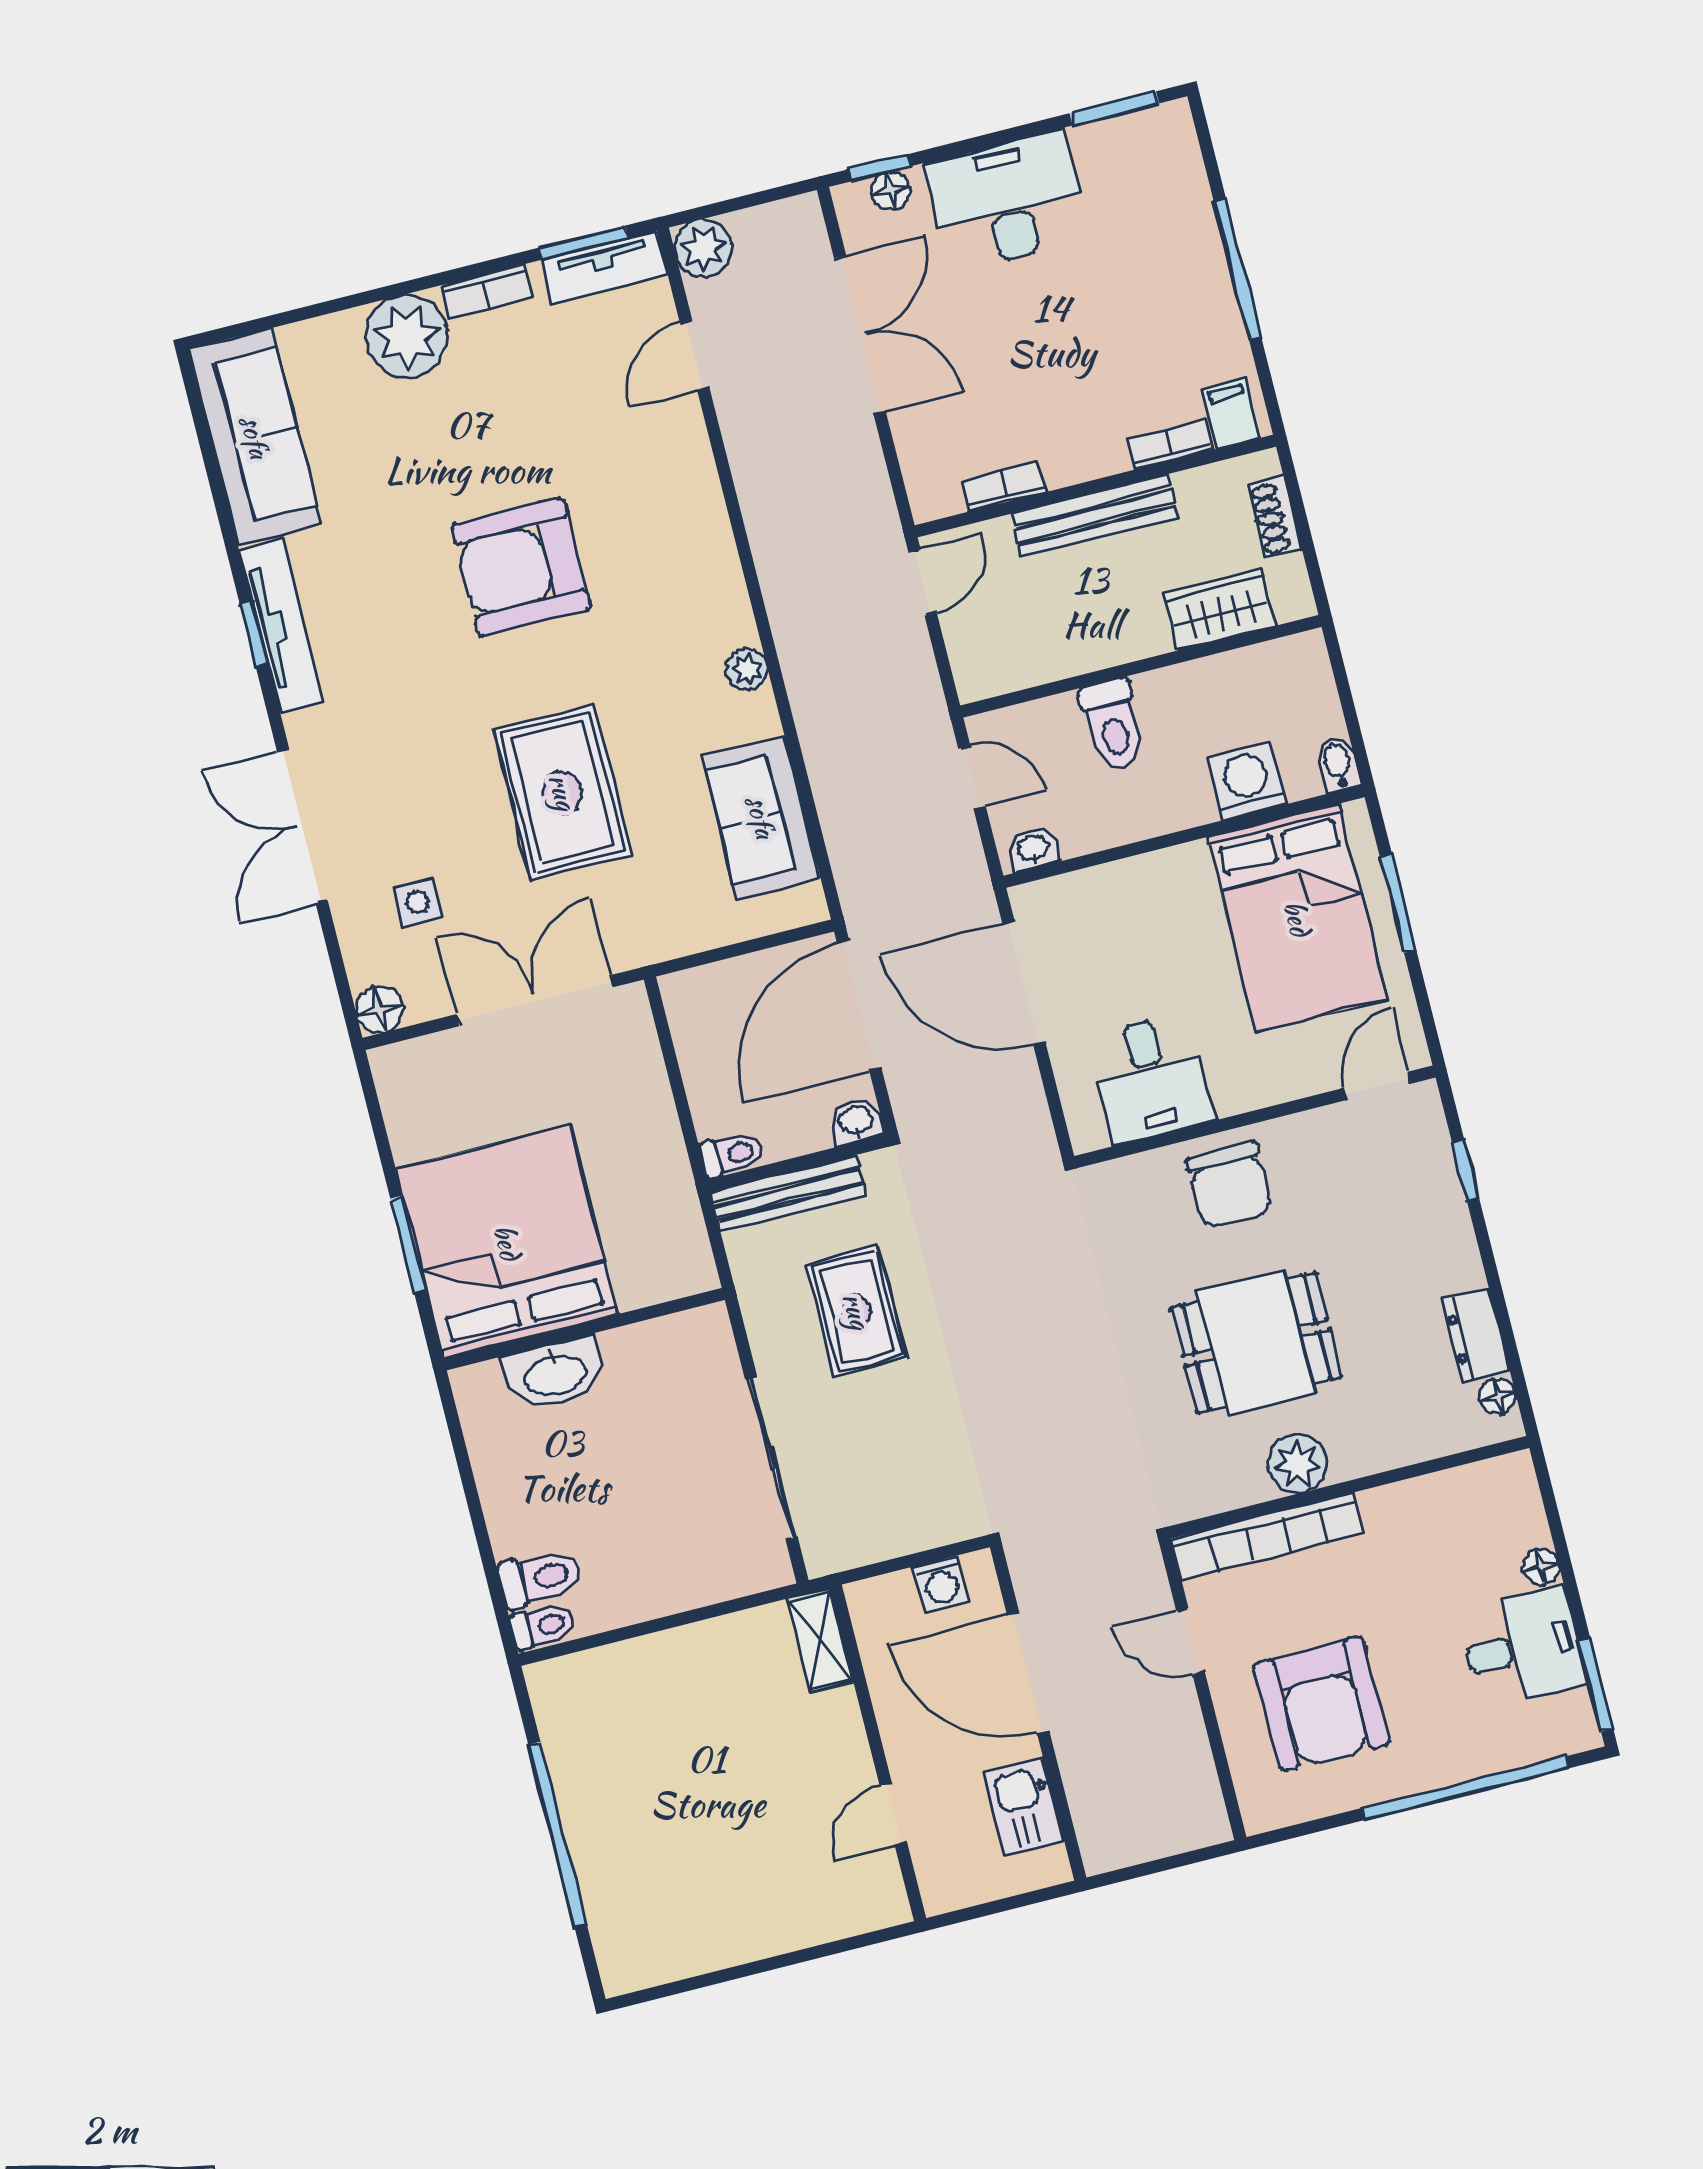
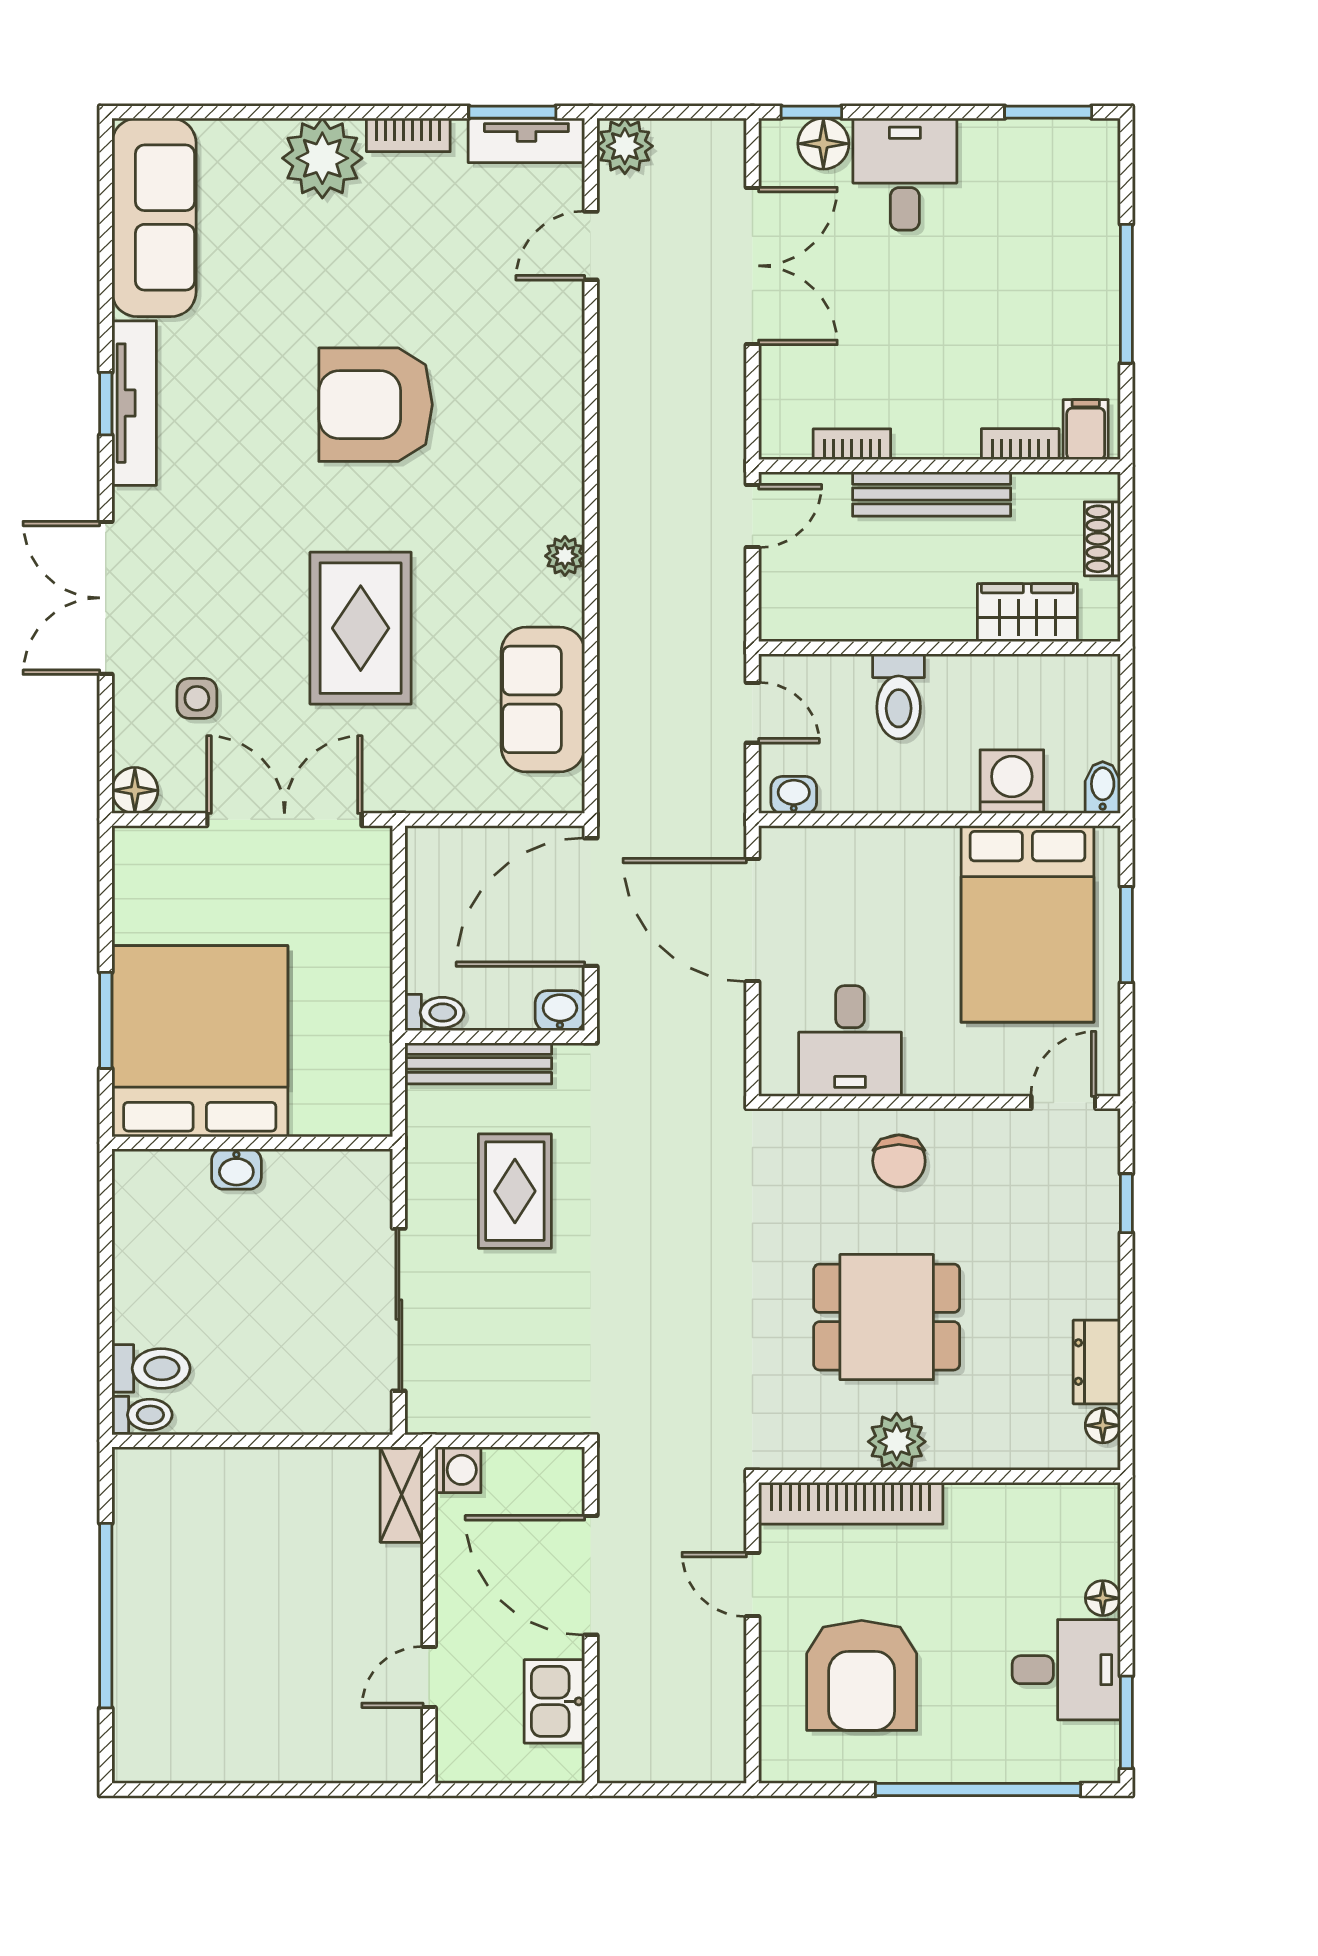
floor lamp: (891, 191) -> (823, 144), width x1.37, depth x1.37
desk: (1007, 201) -> (905, 174), width x0.73
chair: (1229, 1185) -> (899, 1161), width x0.73, depth x0.73
washbasin: (555, 1374) -> (236, 1169), width x0.52, depth x0.69
washing machine: (941, 1584) -> (458, 1470), moved, turned -90

